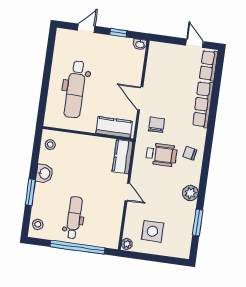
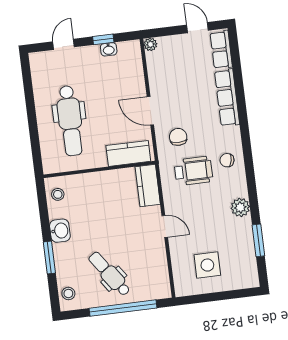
washbasin: (140, 44) -> (109, 49), moved
dental chair: (74, 218) -> (109, 274), turned -35
plant: (127, 244) -> (150, 44), moved

